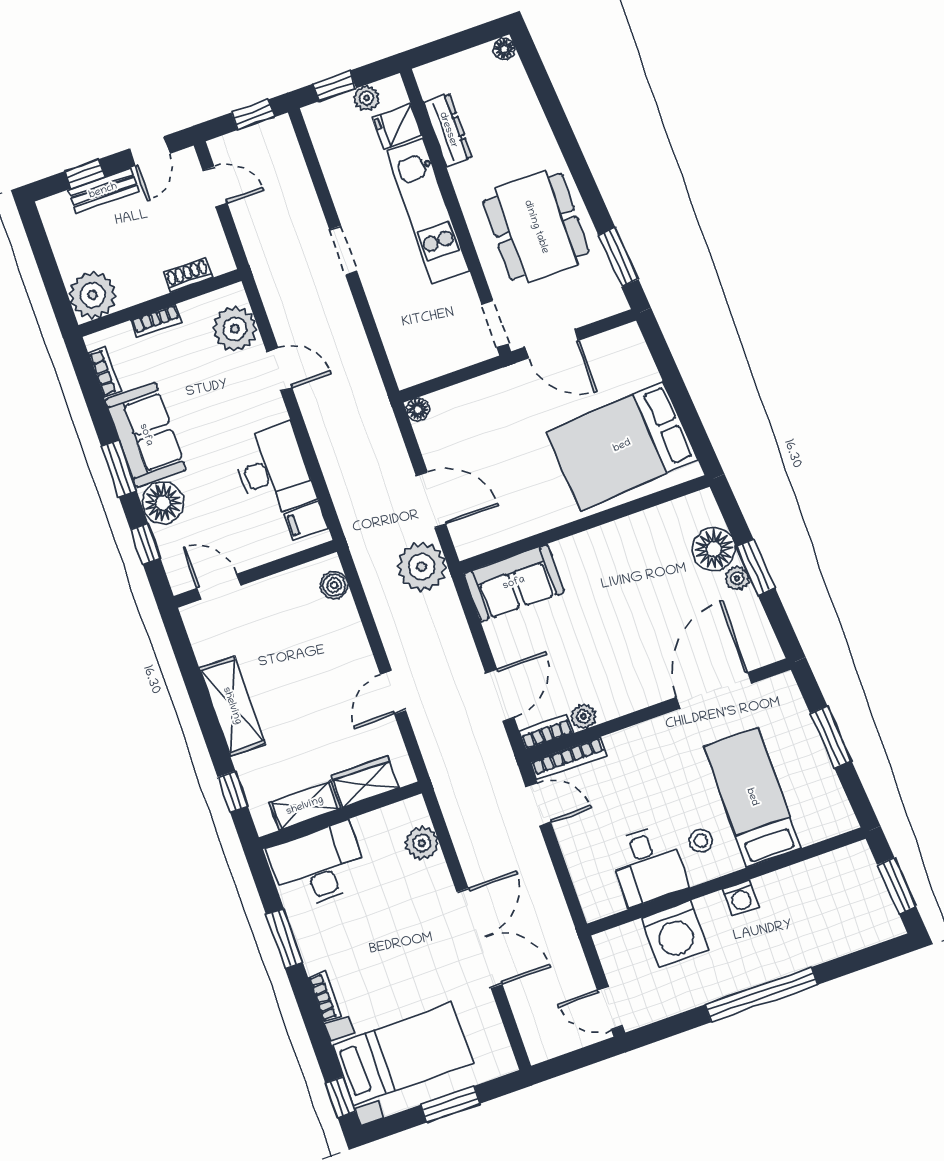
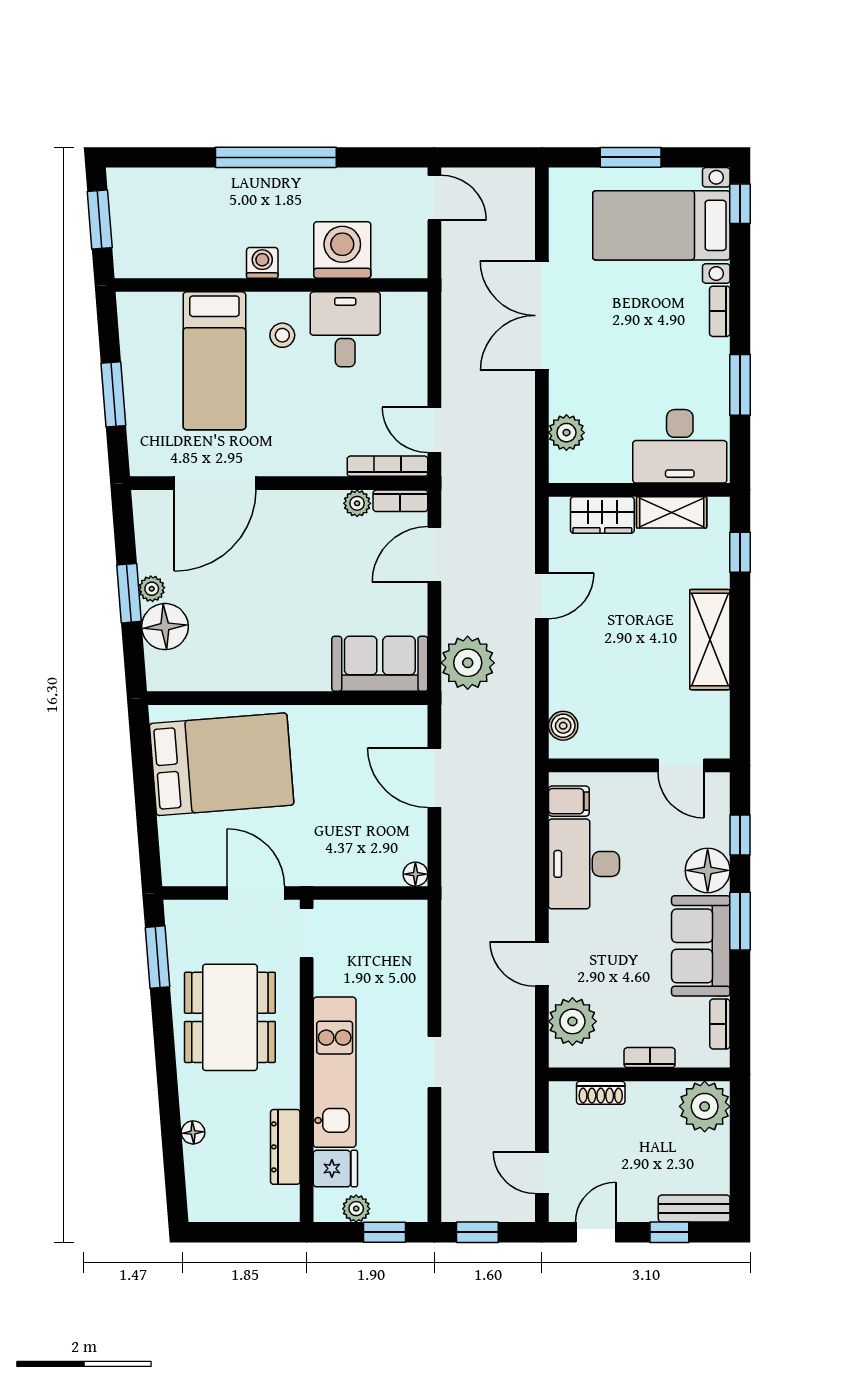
floor lamp: (504, 49) -> (193, 1132), moved
bench: (103, 191) -> (694, 1209), moved
plant: (422, 567) -> (468, 663), moved

